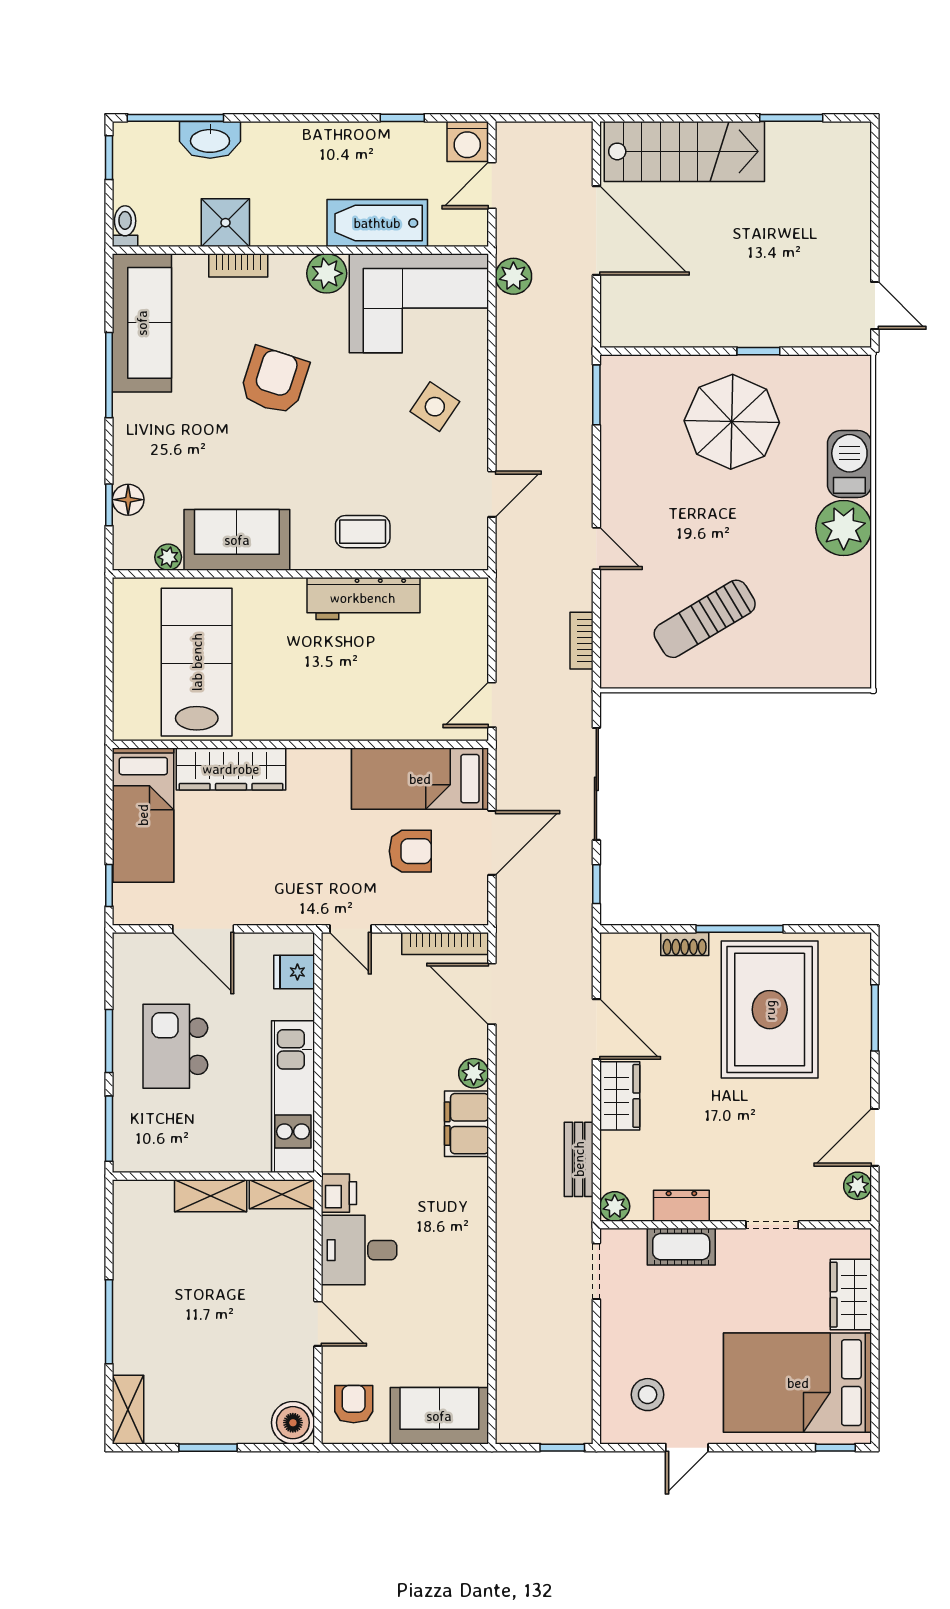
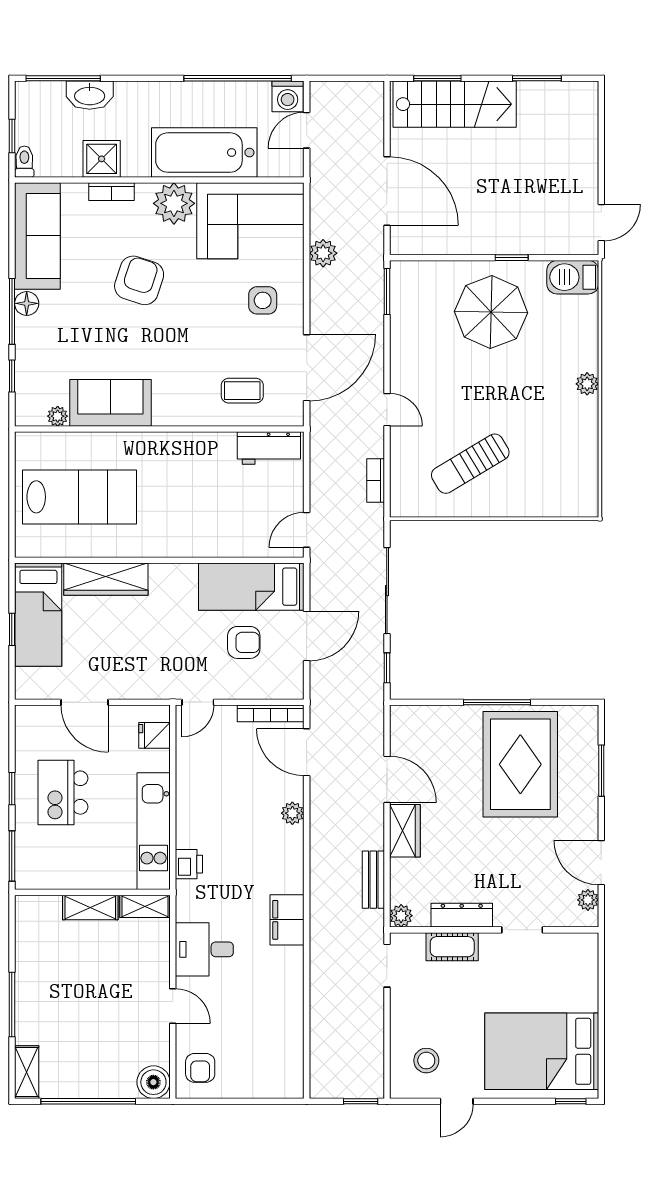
window: (402, 118) -> (238, 78), width x3.17
window: (662, 118) -> (437, 78), added
window: (109, 158) -> (12, 136), moved
bathtub: (377, 223) -> (204, 153), width x1.36, depth x1.36
door: (596, 230) -> (387, 191), moved
plant: (327, 273) -> (174, 203), width x1.36, depth x1.36
plant: (513, 276) -> (323, 253), moved
door: (875, 305) -> (601, 223), hinge flipped
window: (109, 375) -> (12, 311), moved
side table: (435, 407) -> (263, 300), turned -34
barbecue: (849, 464) -> (573, 277), moved, turned -90
door: (492, 494) -> (307, 368), width x1.87
floor lamp: (128, 500) -> (27, 303), moved
plant: (844, 528) -> (587, 384), width x0.53, depth x0.53
coffee table: (363, 532) -> (242, 391), moved
workbench: (363, 598) -> (269, 448), moved, width x0.73
lab bench: (197, 662) -> (79, 497), turned 90
window: (109, 885) -> (12, 629), moved
door: (351, 929) -> (198, 702), hinge flipped
shoe rack: (685, 944) -> (455, 714), removed
window: (109, 1041) -> (12, 789), width x0.67
filing cabinet: (467, 1124) -> (287, 920), moved
door: (875, 1137) -> (601, 863), hinge flipped
printer: (339, 1193) -> (189, 864), moved
dresser: (681, 1206) -> (462, 915), width x1.44
wardrobe: (851, 1295) -> (583, 984), removed
armchair: (354, 1404) -> (200, 1068), turned 180
sofa: (439, 1416) -> (266, 1077), removed
window: (208, 1448) -> (88, 1101), width x2.11

